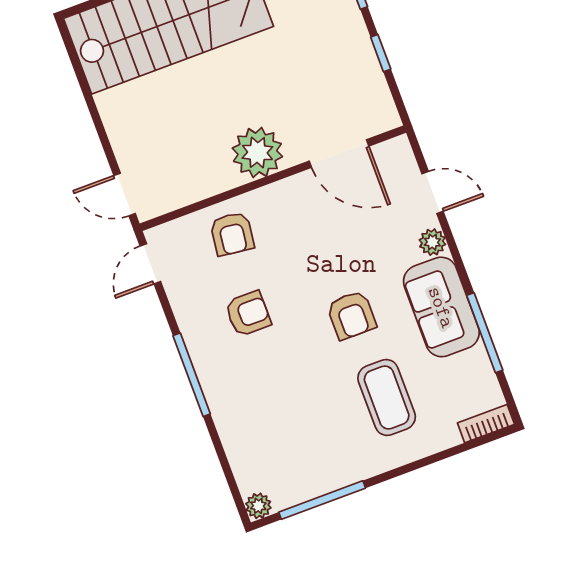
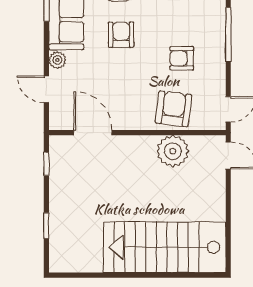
window: (381, 53) -> (46, 164), moved
plant: (257, 152) -> (173, 151), moved
armchair: (232, 234) -> (174, 109), width x1.38, depth x1.38

